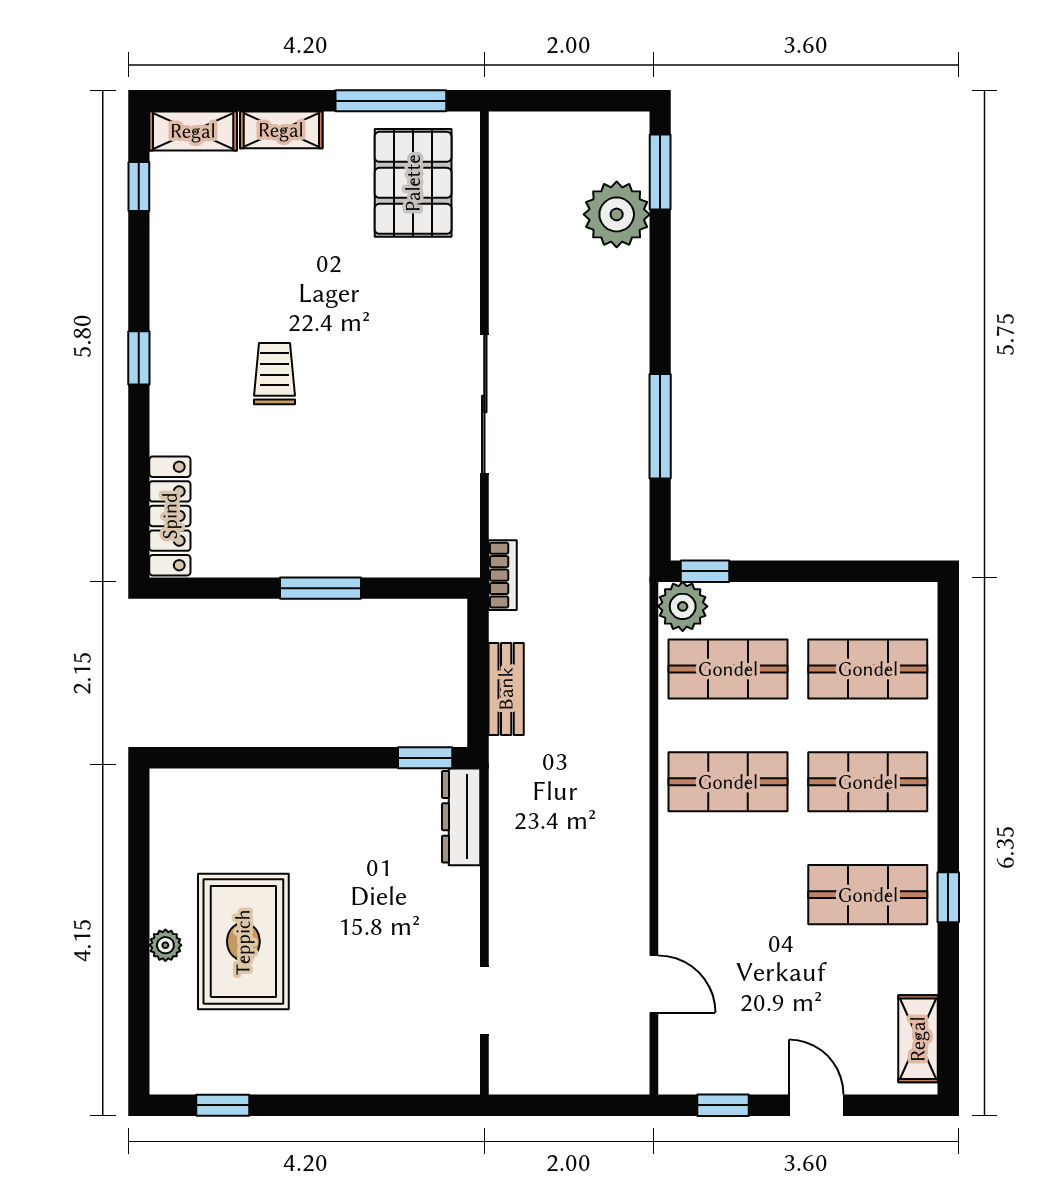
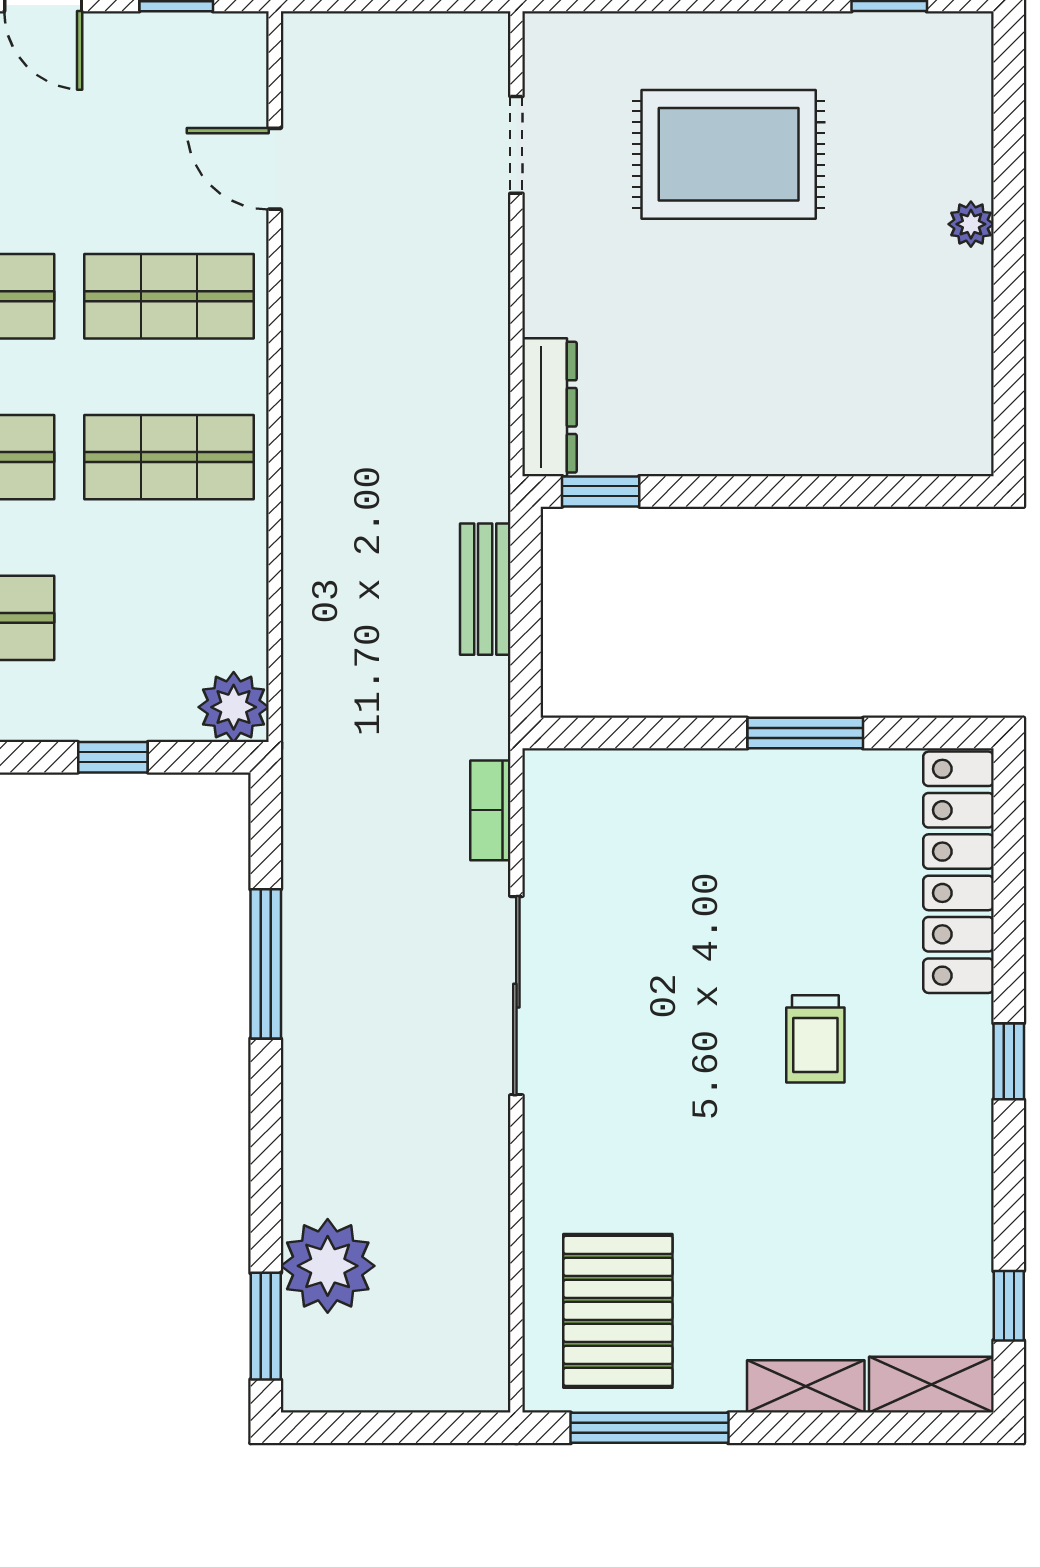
locker: (170, 516) -> (959, 872), width x1.41, depth x1.21
window: (705, 571) -> (113, 757), moved
bookcase: (503, 575) -> (490, 810), moved
window: (320, 588) -> (805, 733), moved
shop shelf: (728, 669) -> (169, 296), moved
rug: (243, 942) -> (729, 154), moved, turned 90

